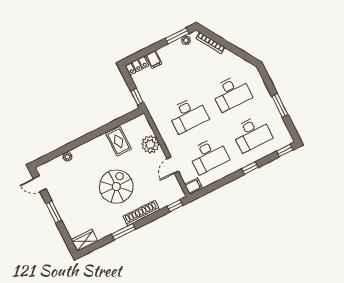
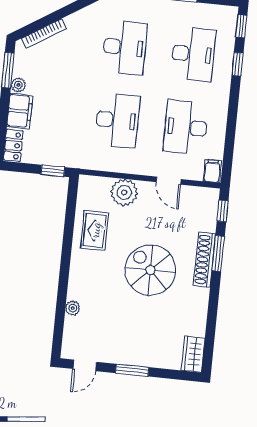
plant: (186, 40) -> (18, 85), moved
filing cabinet: (154, 60) -> (20, 111), width x2.00
rug: (118, 141) -> (95, 230), turned 90
desk: (209, 156) -> (186, 127), turned 180
window: (250, 168) -> (237, 64), moved
window: (123, 232) -> (218, 253), moved

